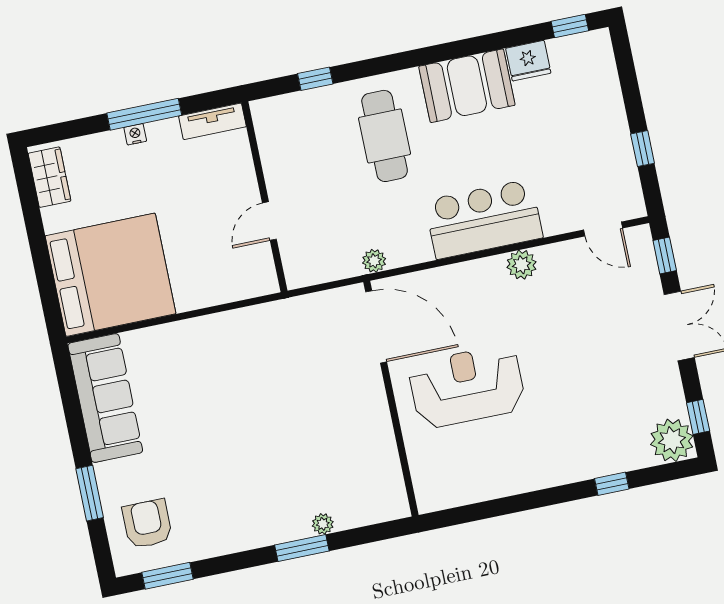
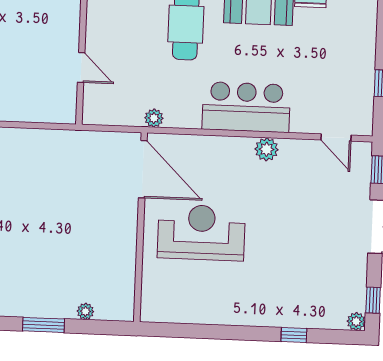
door: (269, 221) -> (81, 67), swing flipped
plant: (672, 440) -> (356, 321), width x0.53, depth x0.53
plant: (323, 524) -> (85, 311), moved

